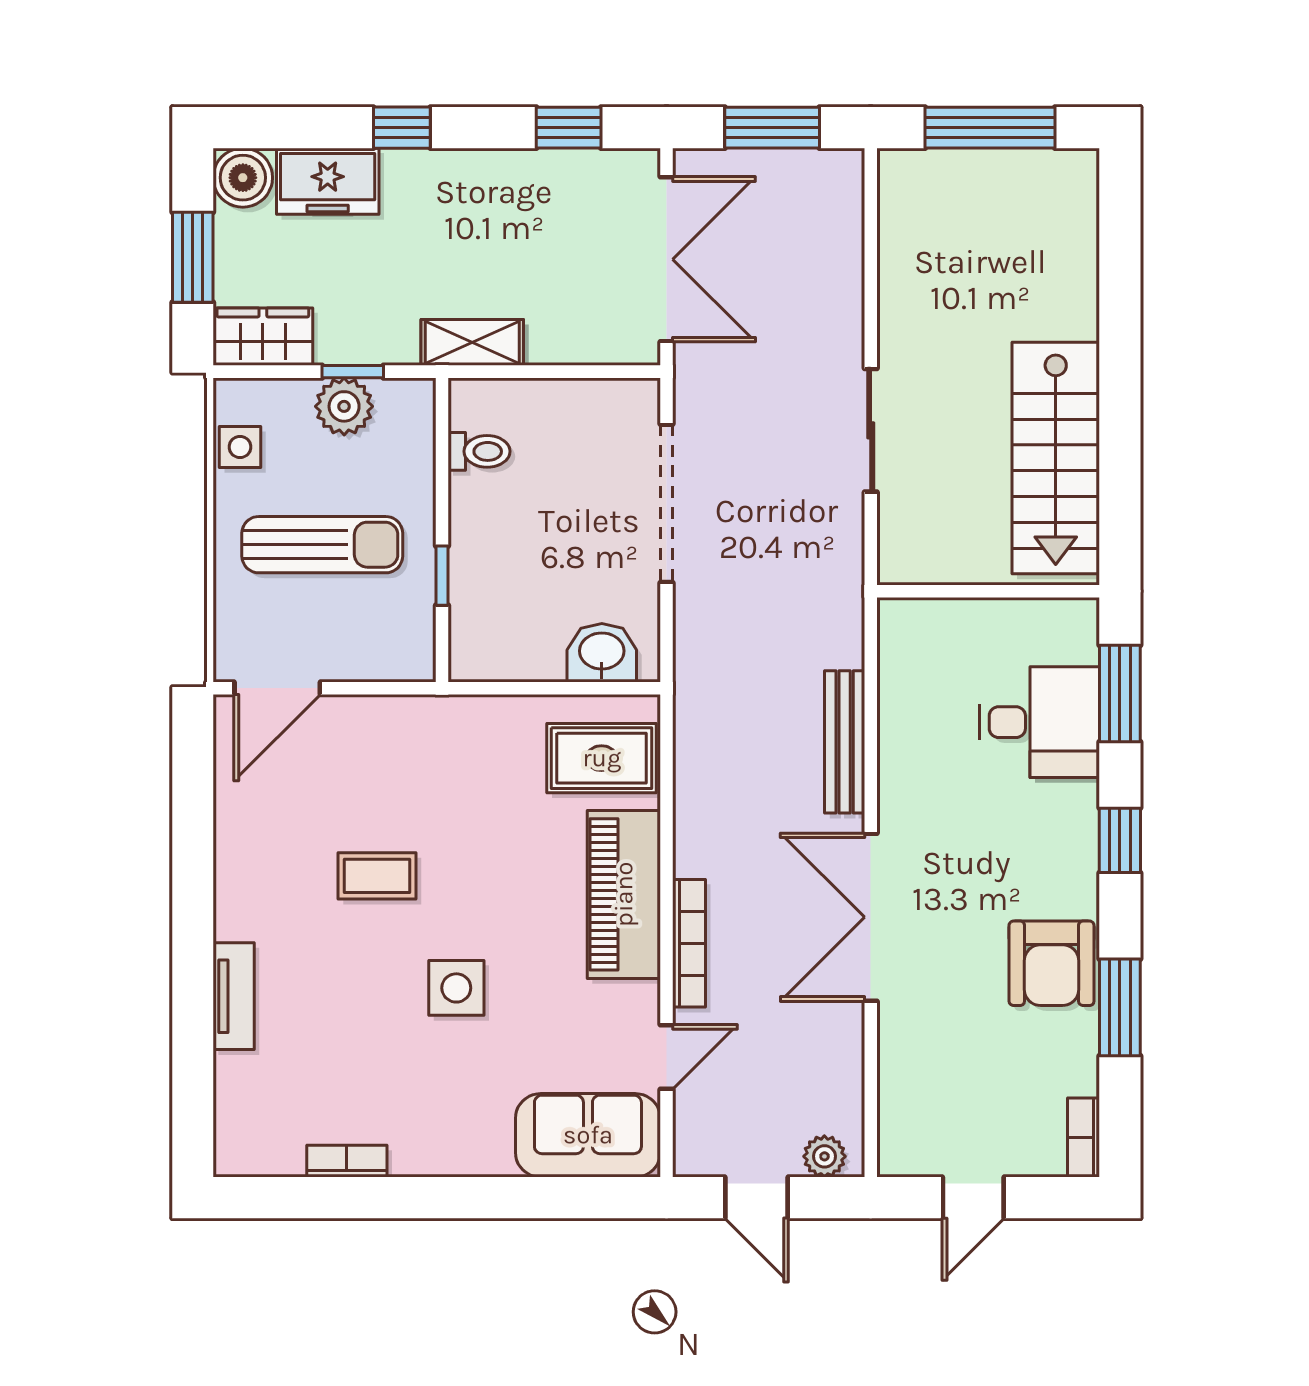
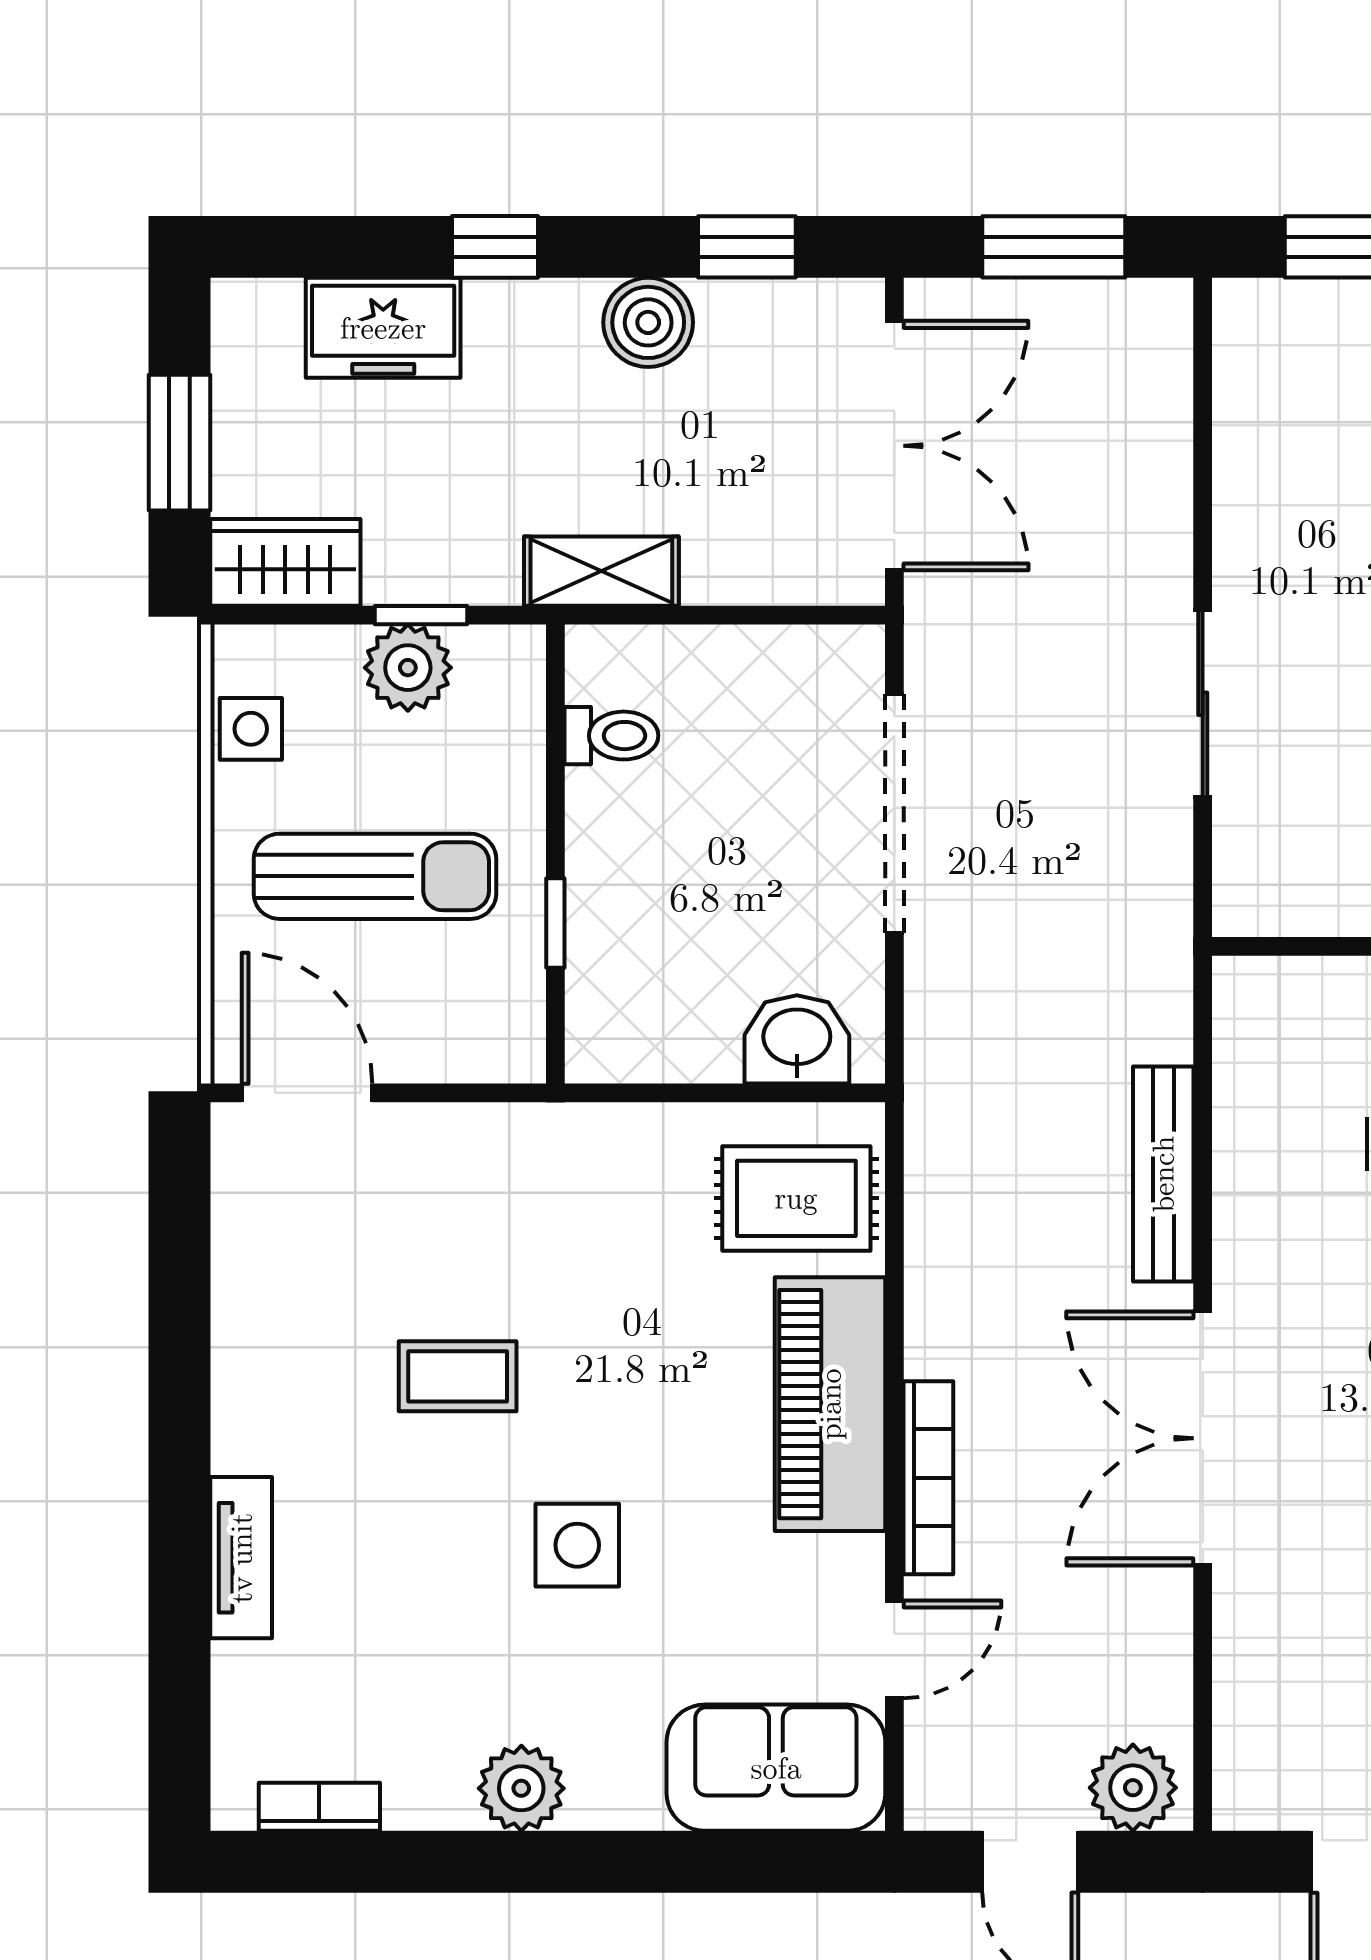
boiler: (243, 178) -> (648, 322), moved
door: (277, 688) -> (307, 1093), swing flipped
plant: (419, 1149) -> (521, 1788), added
plant: (824, 1156) -> (1133, 1788), width x1.38, depth x1.38
bookcase: (347, 1161) -> (319, 1807), moved

